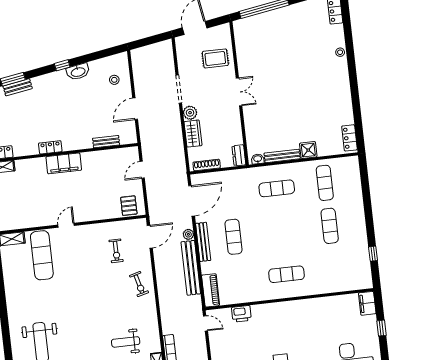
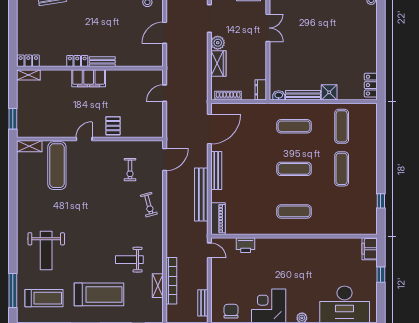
bench: (106, 142) -> (102, 62), moved
pallet: (129, 206) -> (113, 126), moved
plant: (188, 234) -> (203, 161), removed
exercise mat: (234, 237) -> (294, 169), moved, turned 90

